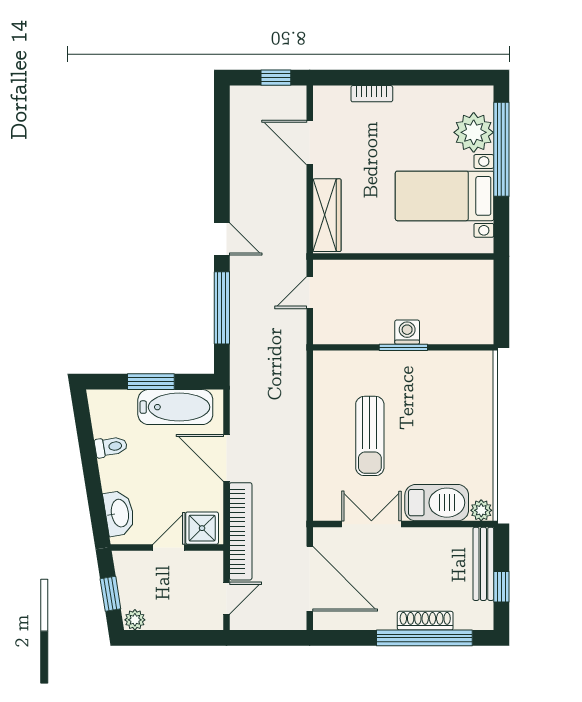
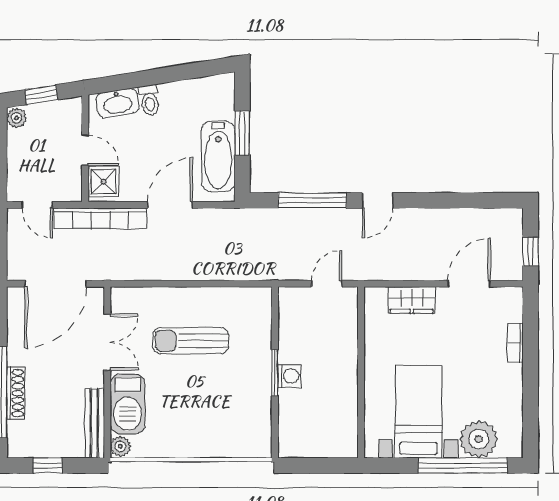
wardrobe: (327, 215) -> (412, 300), width x0.67
door: (310, 293) -> (327, 284), hinge flipped
toilet: (111, 447) -> (149, 100), moved
bench: (483, 564) -> (95, 423), moved, turned 90

